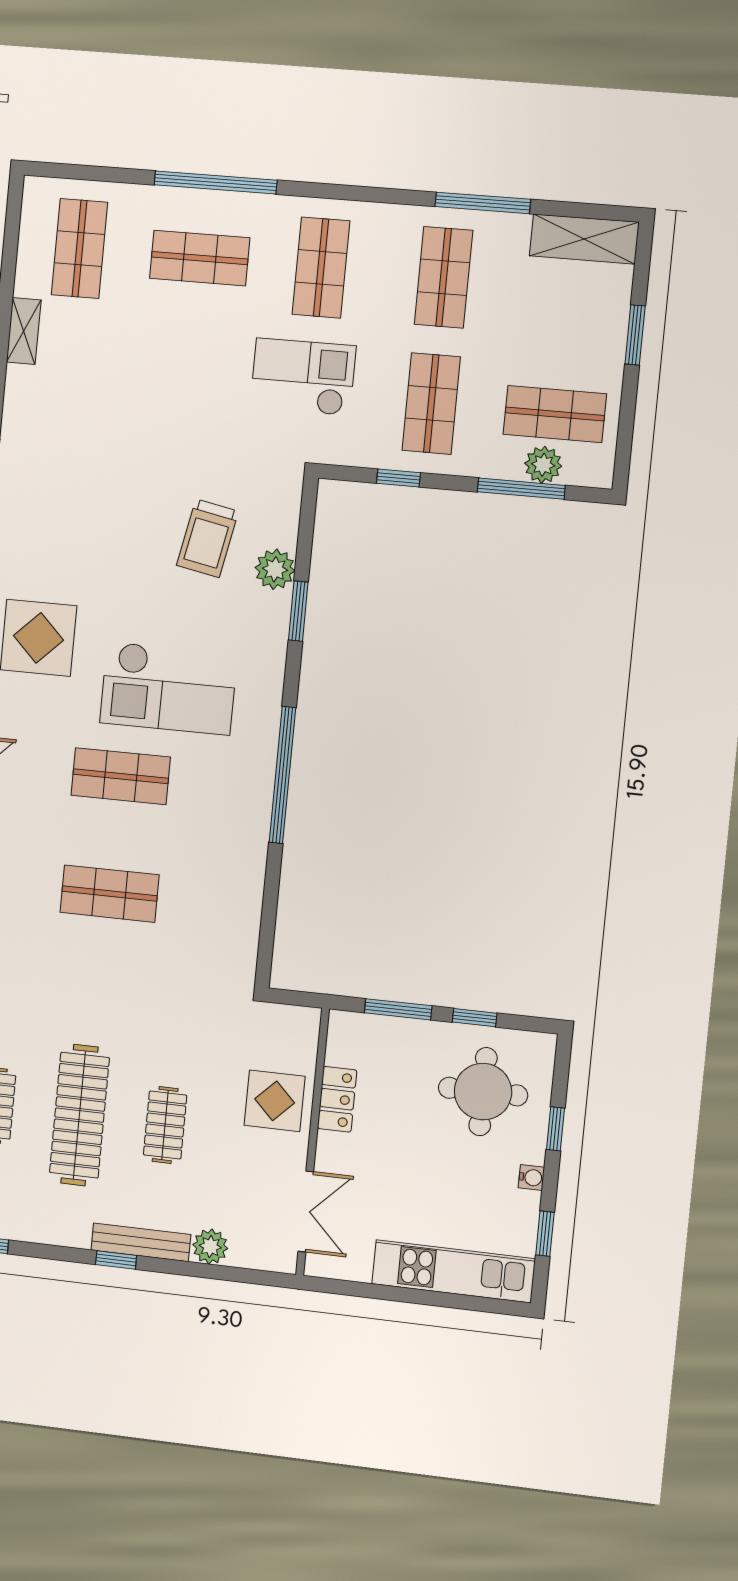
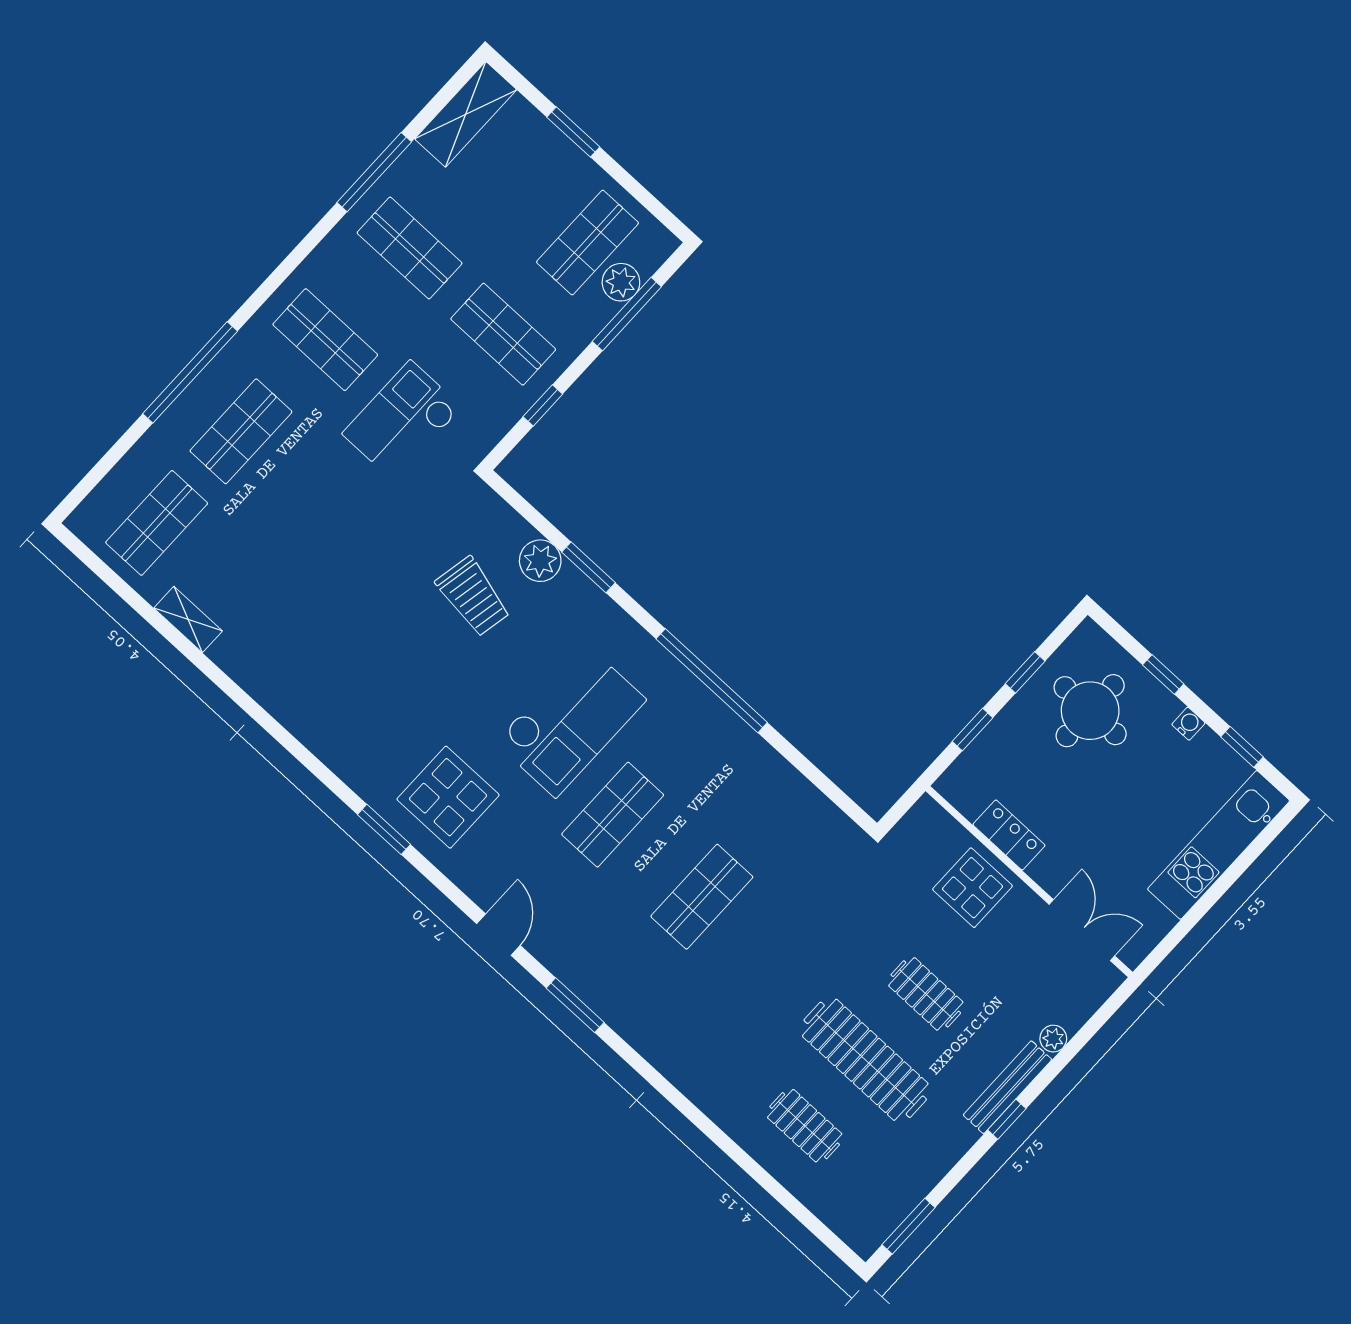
shop shelf: (79, 248) -> (157, 523), turned 90
window: (398, 1009) -> (973, 730), width x0.67
plant: (210, 1247) -> (1053, 1039), width x0.73, depth x0.73

